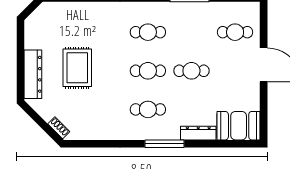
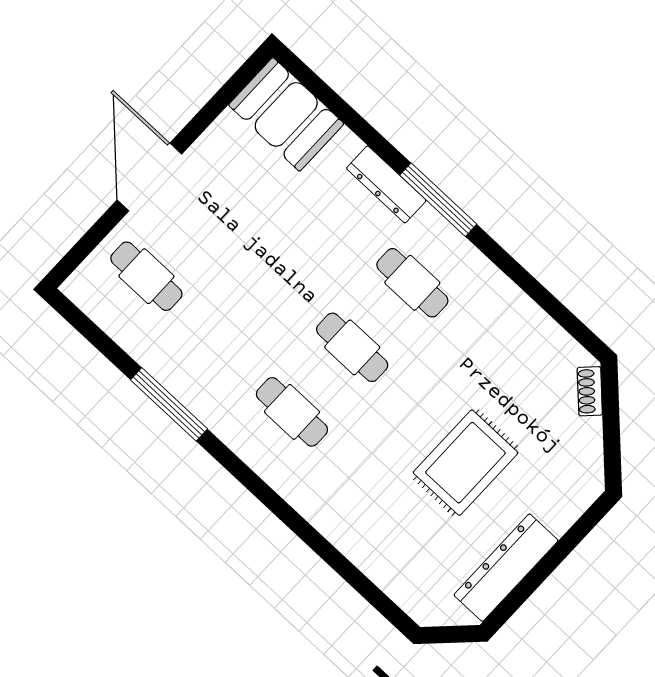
cafe table: (191, 71) -> (279, 279), removed
dresser: (33, 74) -> (506, 568), moved
dresser: (198, 133) -> (386, 184), moved

